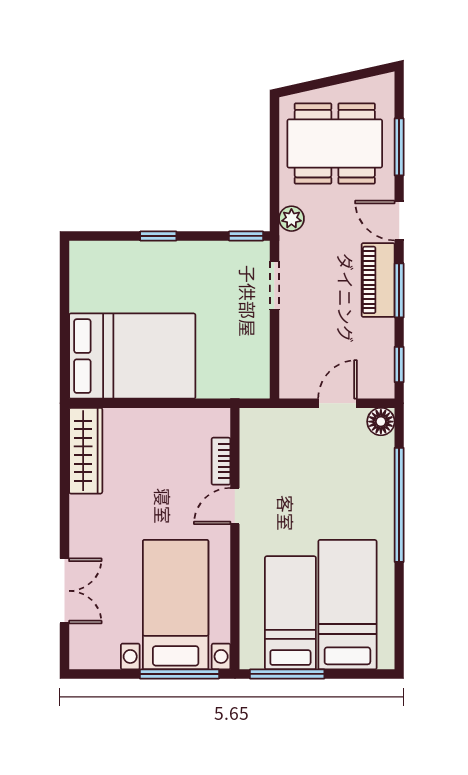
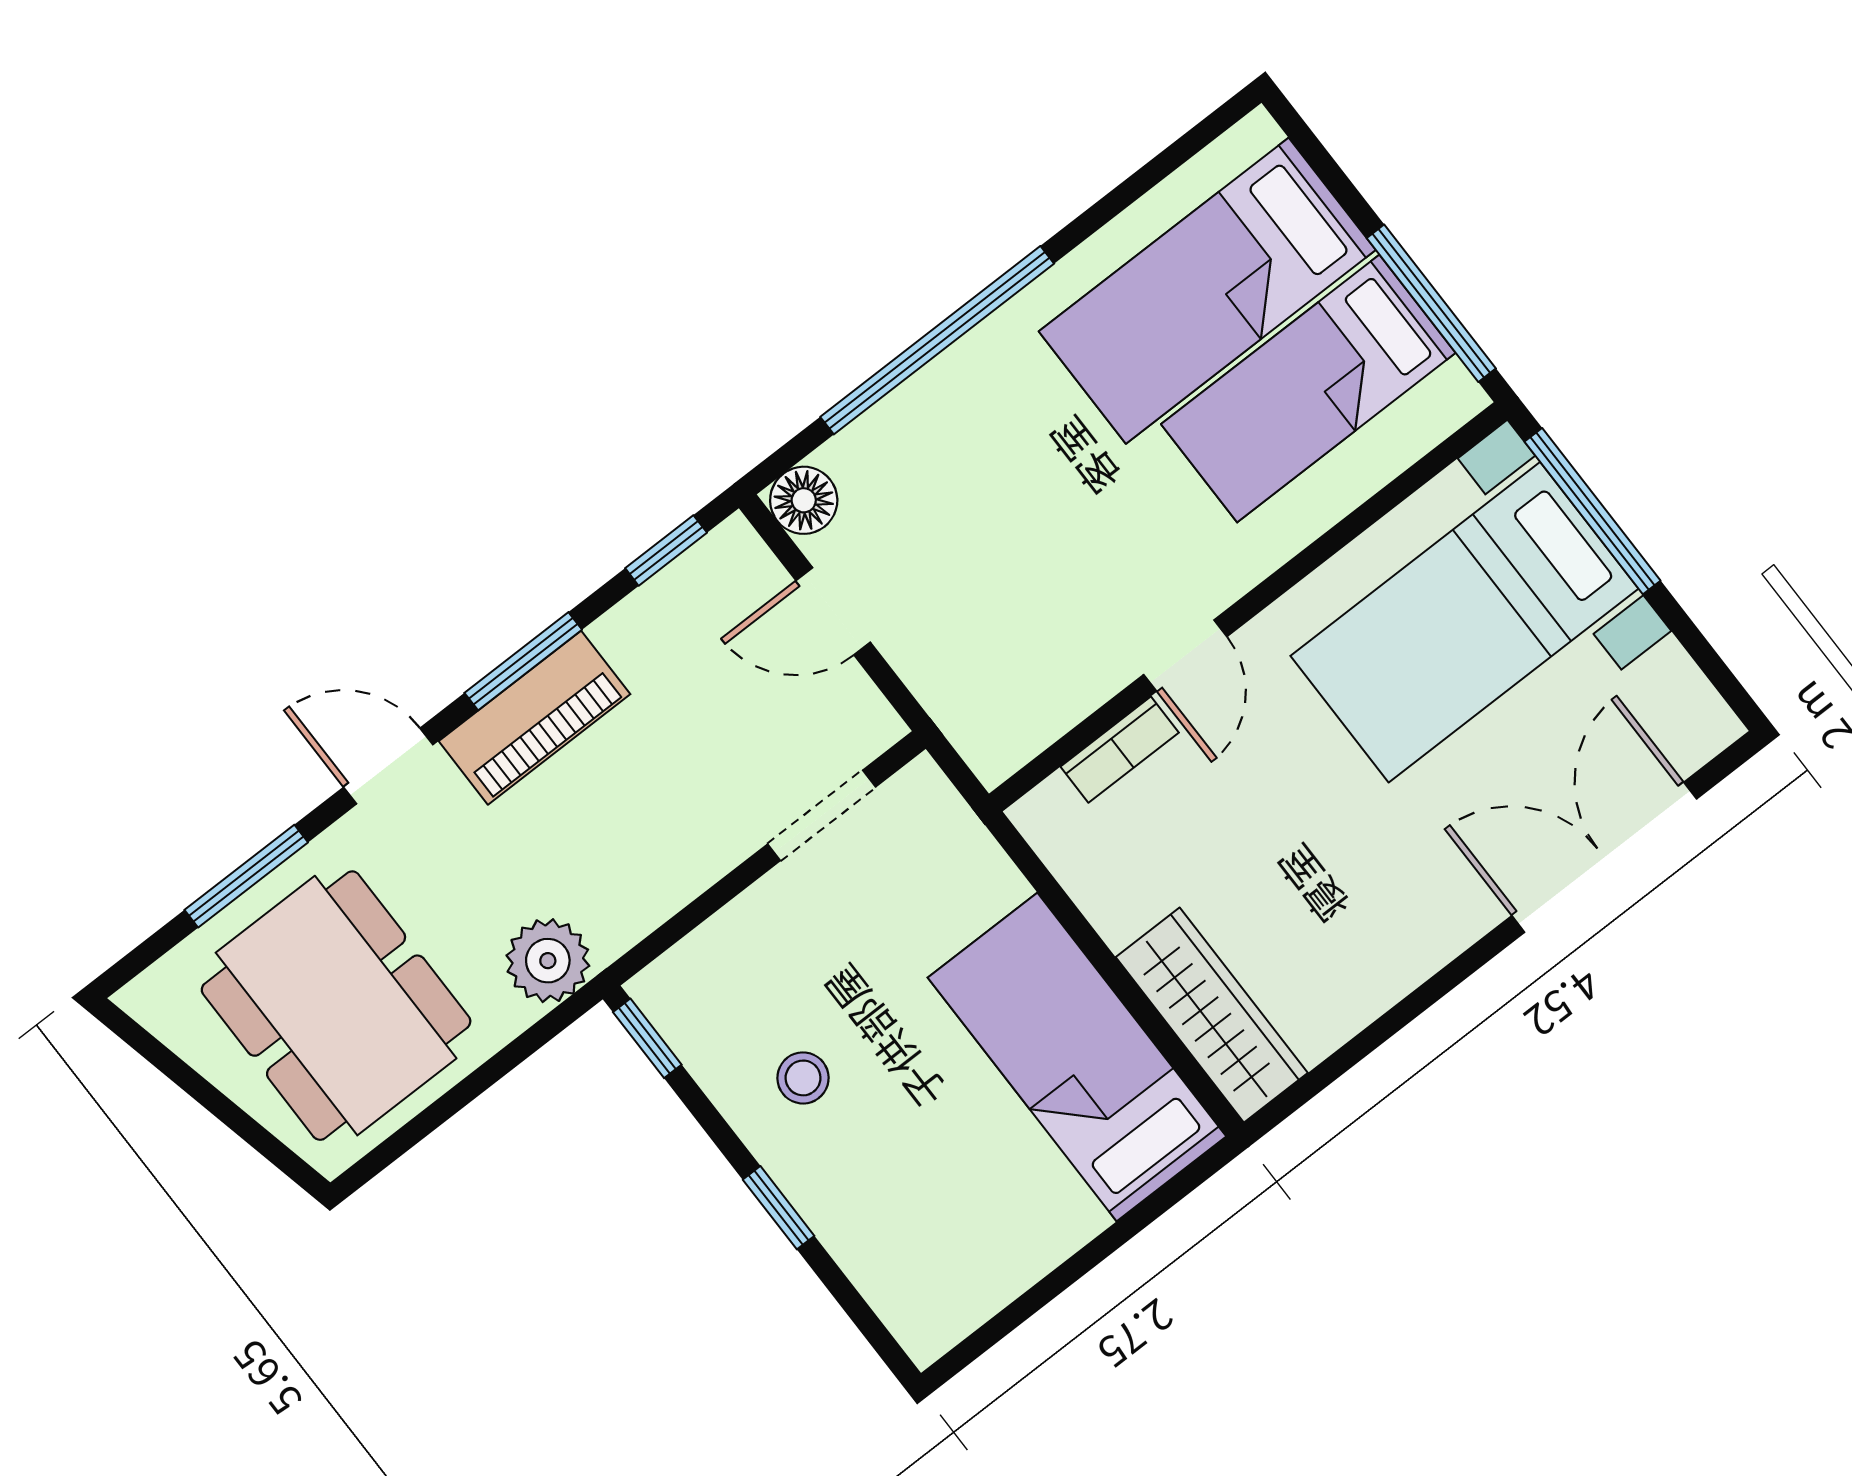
plant: (291, 219) -> (548, 961), width x1.38, depth x1.38
door: (399, 220) -> (388, 766), swing flipped
stool: (194, 276) -> (803, 1078), added
doorway: (274, 285) -> (822, 815), moved
bed: (132, 356) -> (1077, 1057), width x0.67
wardrobe: (86, 451) -> (1212, 1015), moved, turned 90
door: (235, 506) -> (1185, 656), hinge flipped
double door: (65, 591) -> (1604, 857), width x1.37

